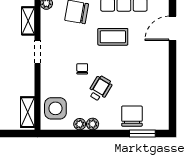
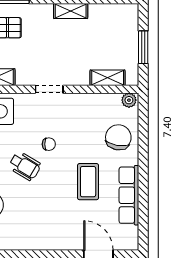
doorway: (37, 52) -> (49, 89), moved

